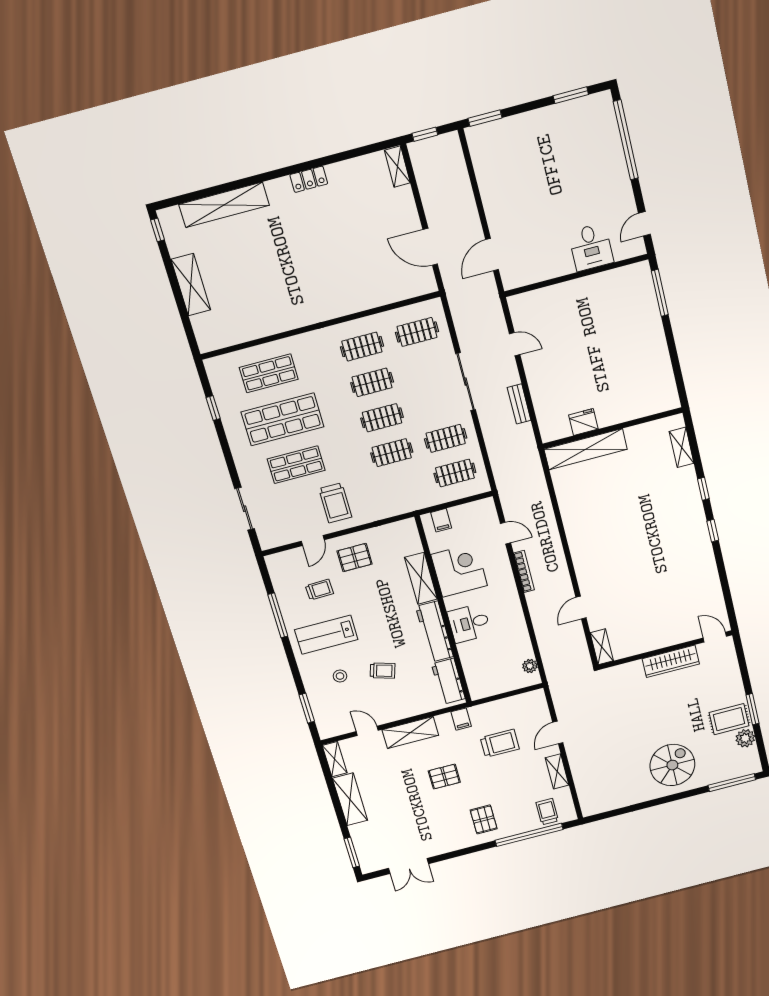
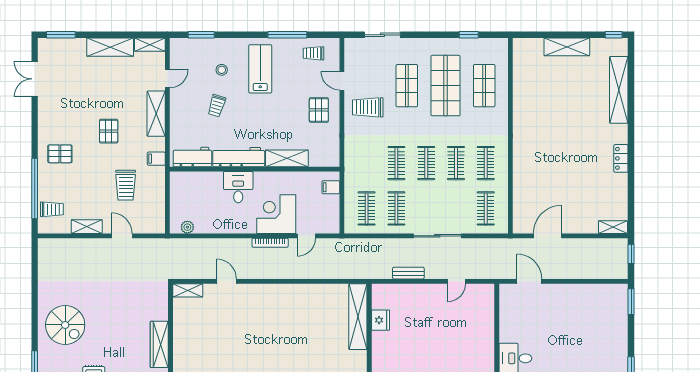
corner desk: (459, 570) -> (276, 214), moved, turned 180
trolley: (319, 590) -> (313, 53), moved, turned 92

